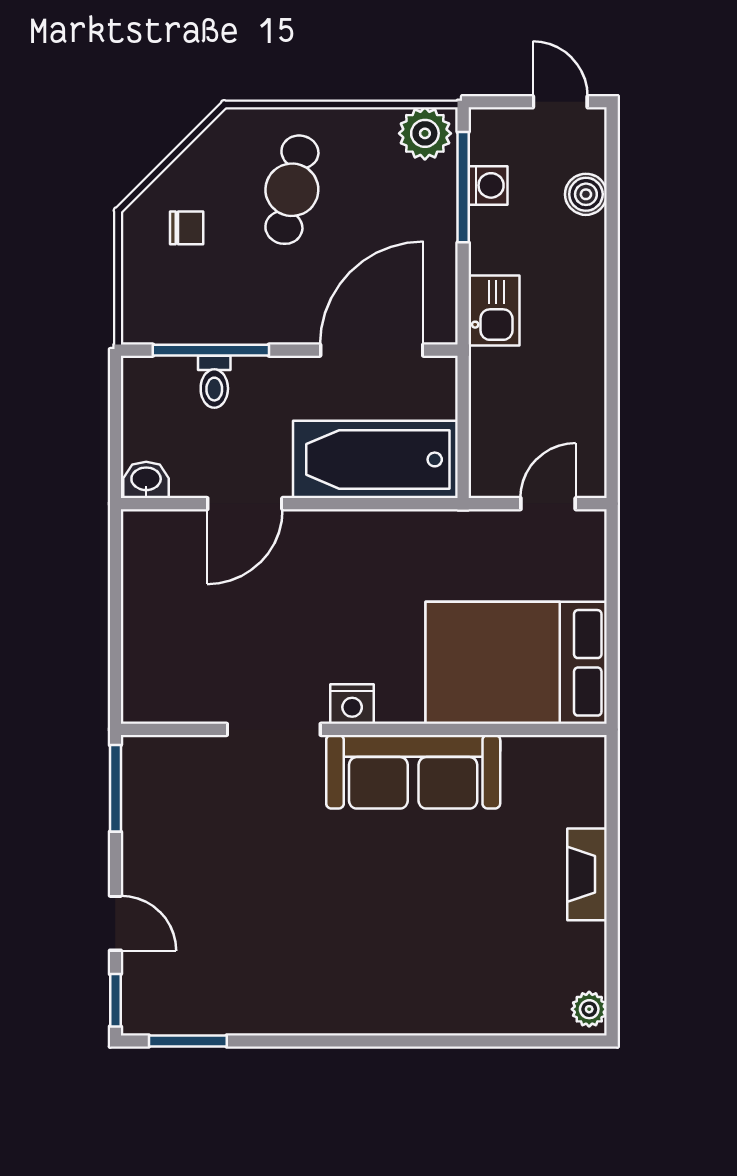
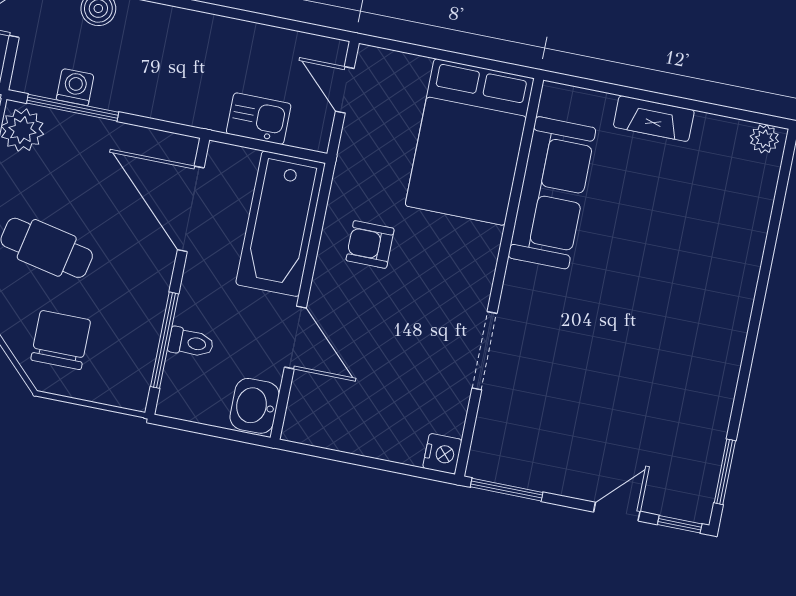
chair: (187, 228) -> (61, 340), width x1.87, depth x1.87
kitchen sink: (494, 311) -> (259, 119), moved
washbasin: (146, 480) -> (255, 406), width x1.38, depth x1.45
armchair: (372, 570) -> (370, 244), added
nightstand: (352, 704) -> (442, 454), moved
sofa: (413, 772) -> (552, 193), moved

